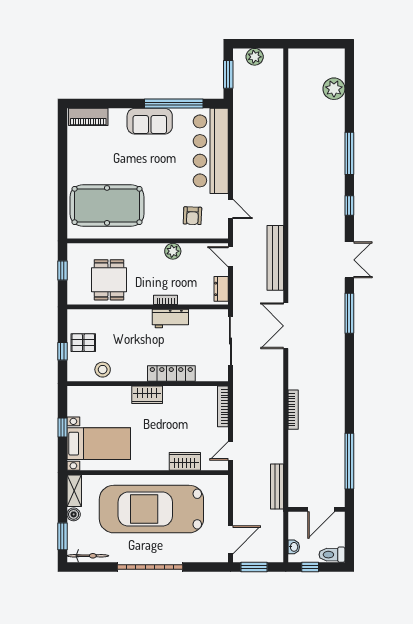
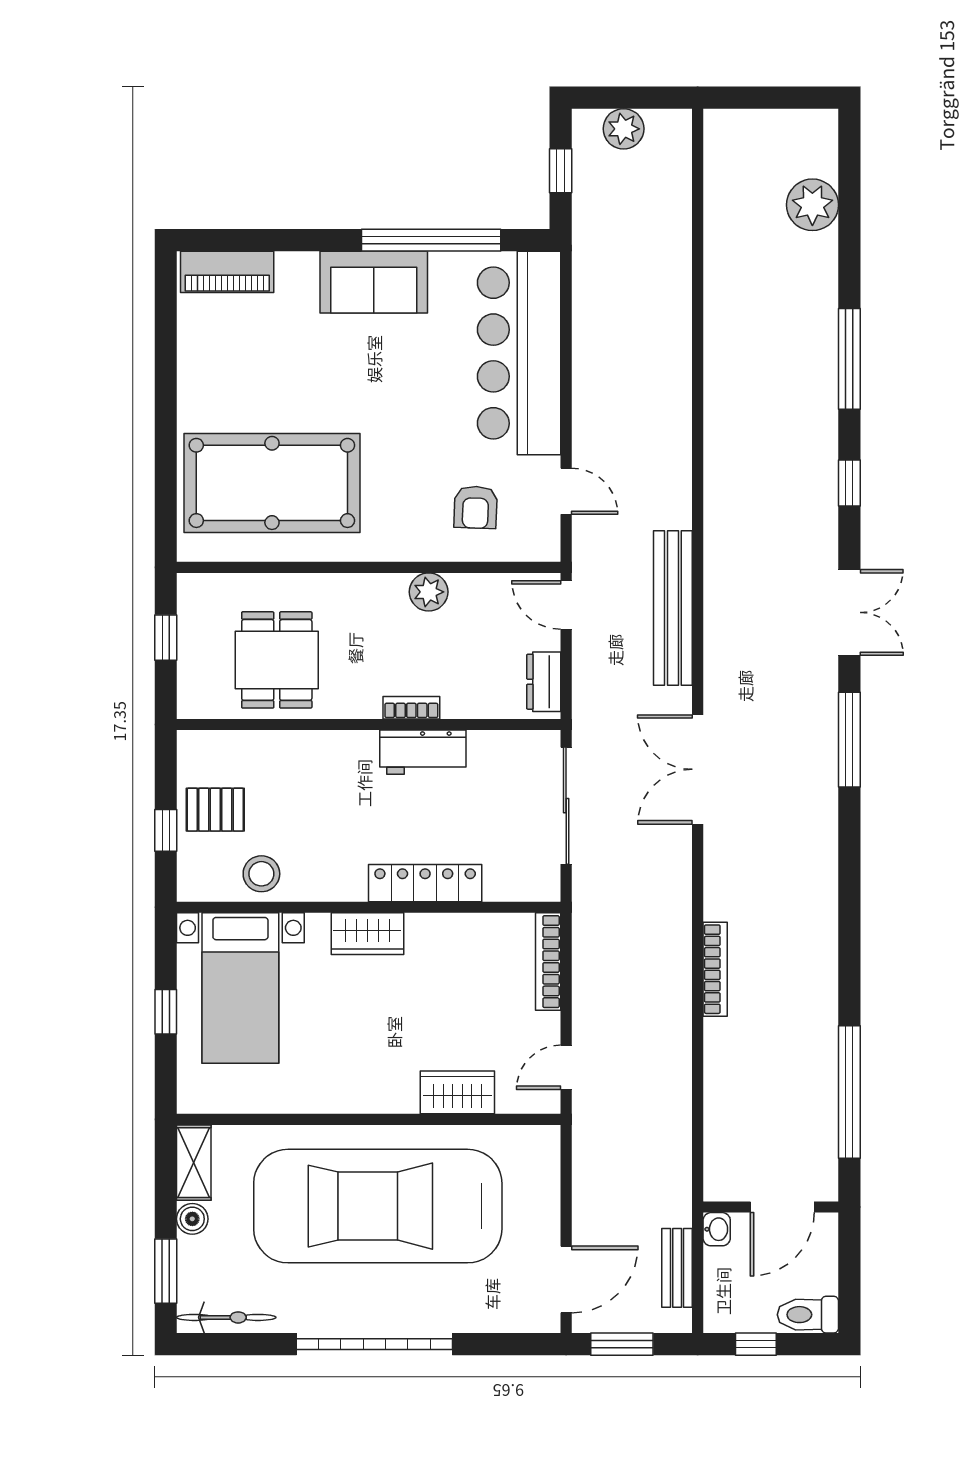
window: (228, 74) -> (561, 171), width x0.67
bed with nightstands: (99, 444) -> (240, 988), moved, turned 90
bench: (277, 487) -> (677, 1268), moved, width x0.73
washbasin: (294, 547) -> (717, 1229), moved

